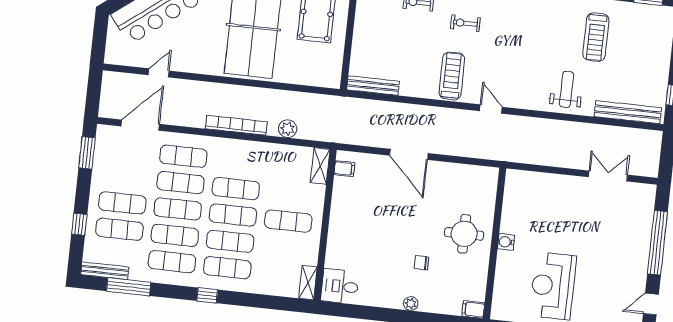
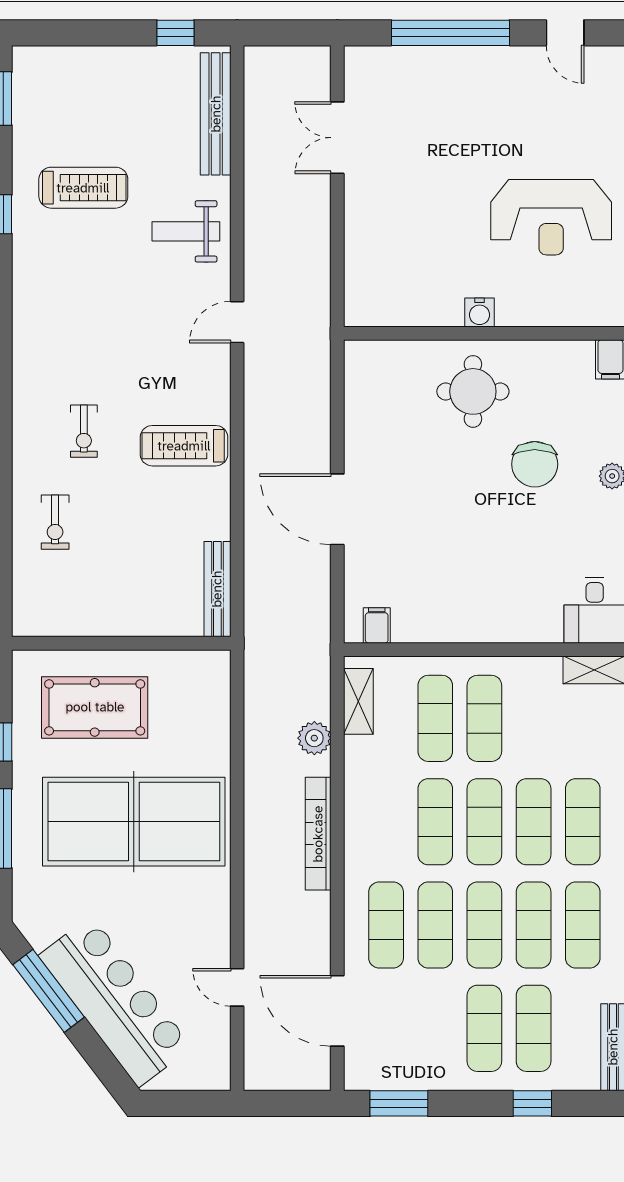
door: (491, 109) -> (237, 322), moved
door: (409, 154) -> (337, 509), swing flipped
shelving: (320, 166) -> (358, 701), moved, turned 90
exercise mat: (291, 195) -> (435, 718), added
chair: (422, 263) -> (535, 464), width x1.87, depth x1.87

